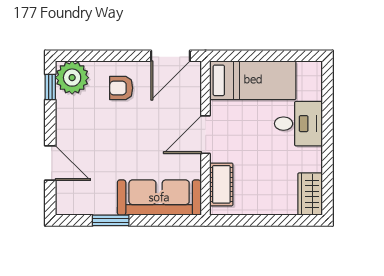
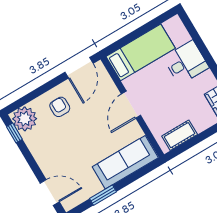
armchair: (121, 88) -> (60, 107), turned 90
door: (50, 163) -> (50, 193), moved
cot: (221, 184) -> (180, 135), moved, turned 90

